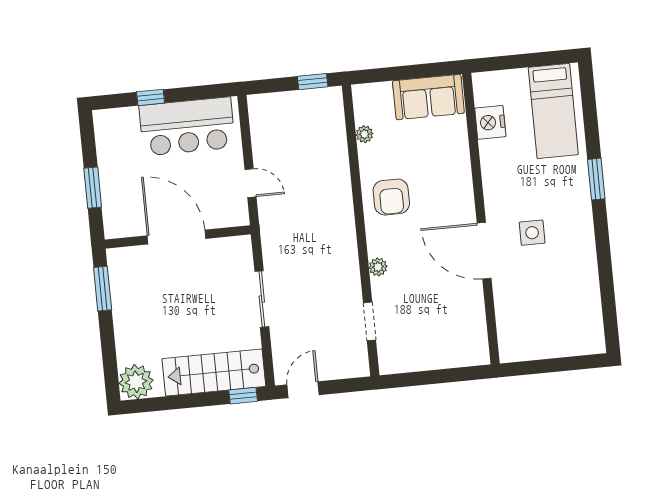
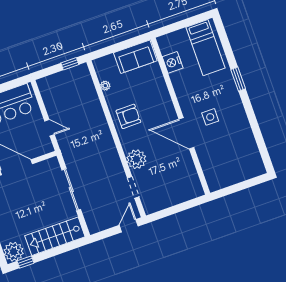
armchair: (391, 197) -> (128, 116), turned -90
plant: (378, 267) -> (136, 159), width x1.88, depth x1.88
sliding door: (262, 299) -> (71, 190), width x1.37
door: (303, 390) -> (129, 226), moved
window: (243, 396) -> (26, 262), moved

